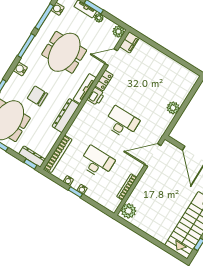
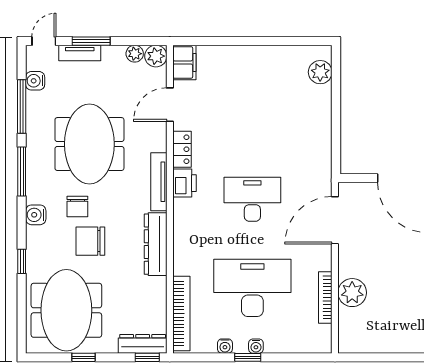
plant: (99, 18) -> (135, 54), moved
chair: (41, 77) -> (77, 207), added
plant: (173, 108) -> (320, 72), moved
desk: (97, 162) -> (252, 288), width x1.36, depth x1.30
plant: (129, 211) -> (352, 293), moved

